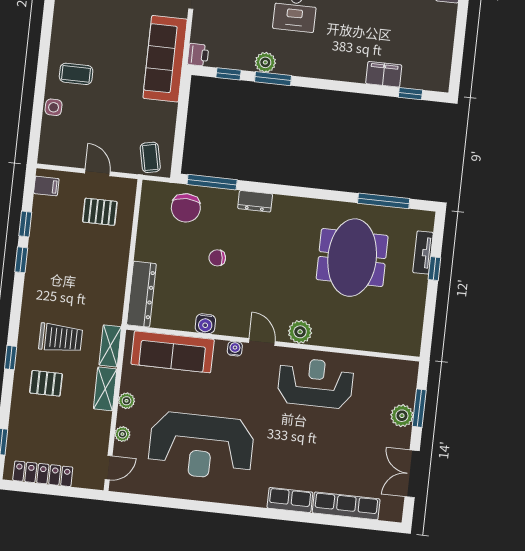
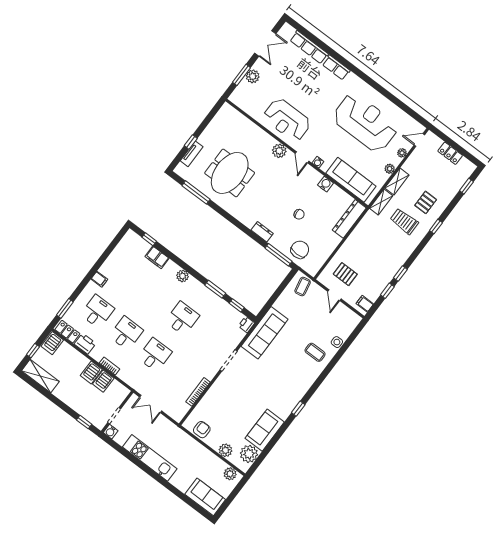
plant: (265, 62) -> (183, 276), moved
pallet: (46, 383) -> (426, 202), turned 90
locker: (43, 474) -> (450, 153), width x0.66

